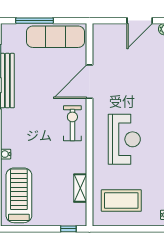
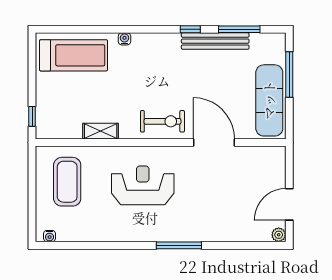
door: (140, 21) -> (289, 204), hinge flipped
reception desk: (124, 139) -> (143, 185), turned 180
shelving: (80, 188) -> (101, 131), moved

